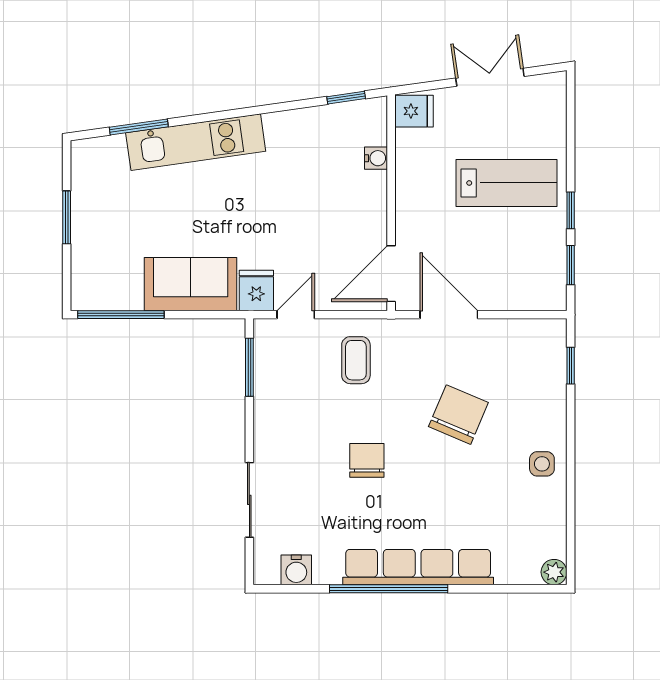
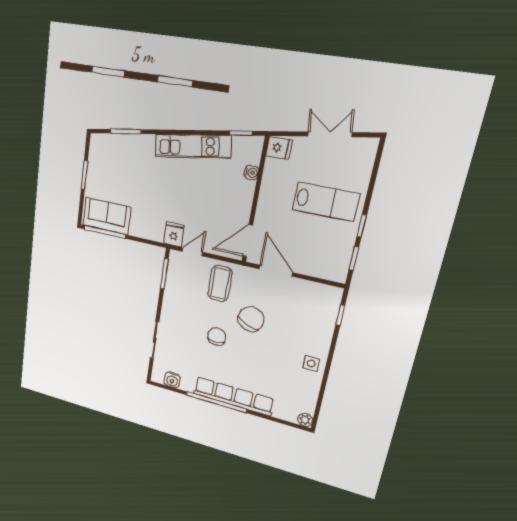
kitchen unit: (196, 142) -> (193, 146), moved
sofa: (191, 284) -> (107, 216), moved
coffee table: (356, 360) -> (220, 283), width x1.36, depth x1.30
chair: (458, 415) -> (251, 319), moved

